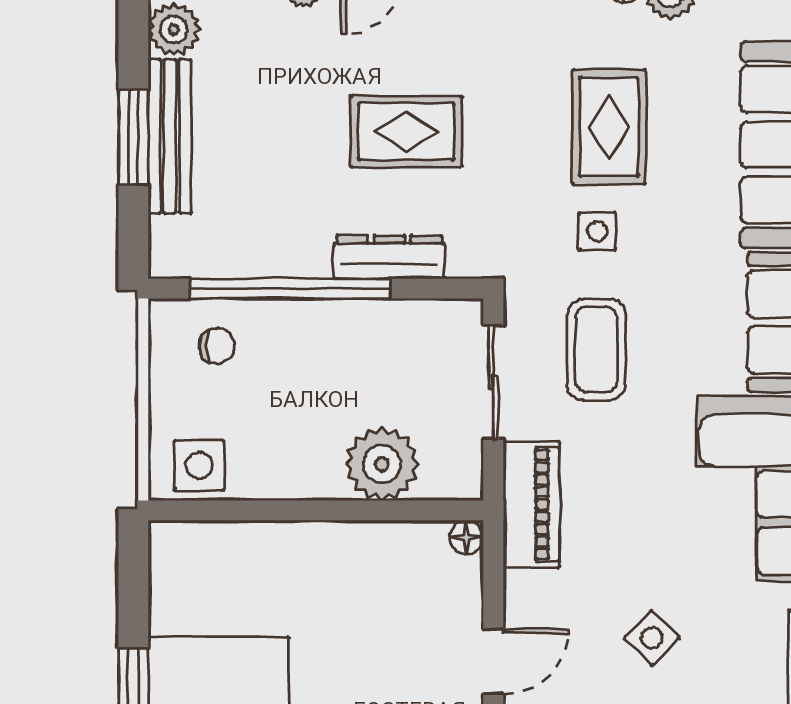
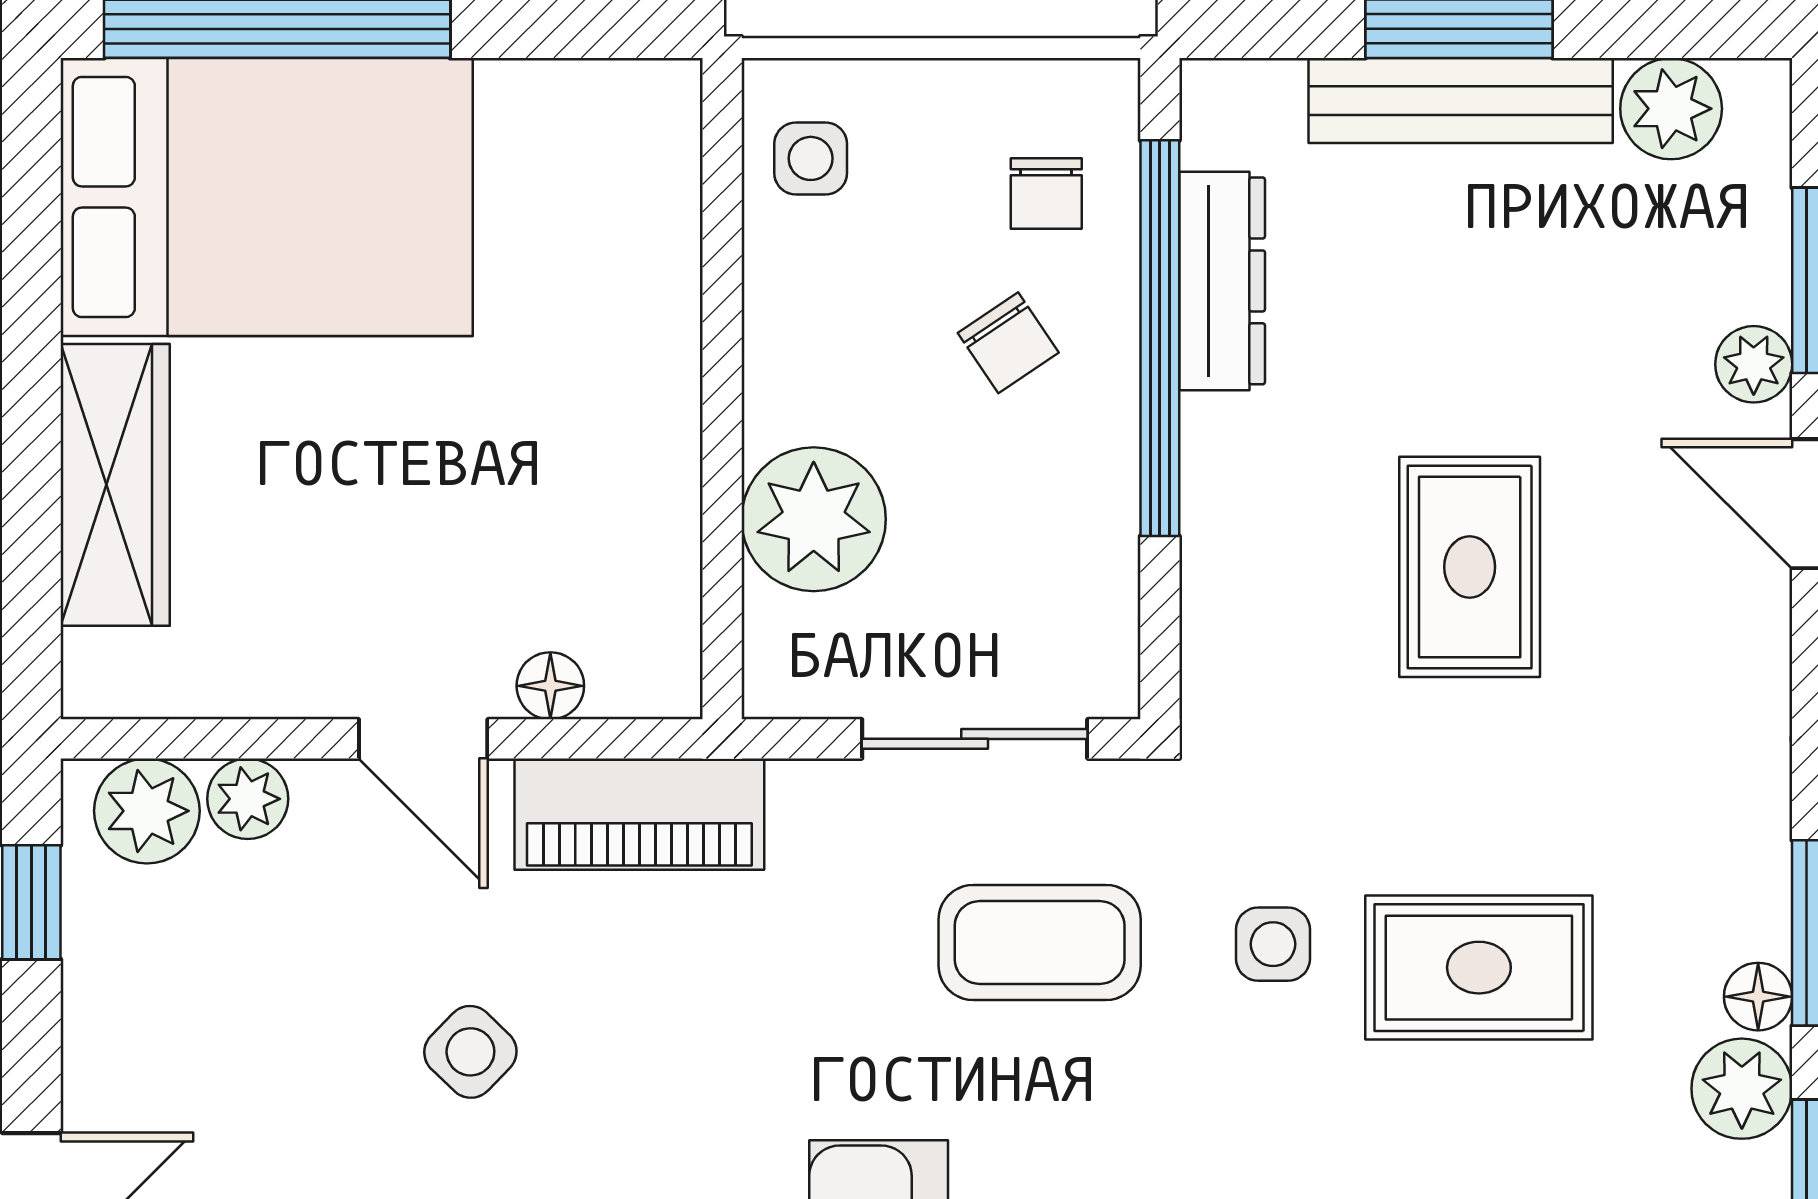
dresser: (389, 257) -> (1222, 281), moved
chair: (292, 365) -> (1008, 343), added
side table: (199, 465) -> (811, 158), width x0.73, depth x0.73
piano: (531, 505) -> (639, 814), moved
floor lamp: (466, 537) -> (550, 686), moved

